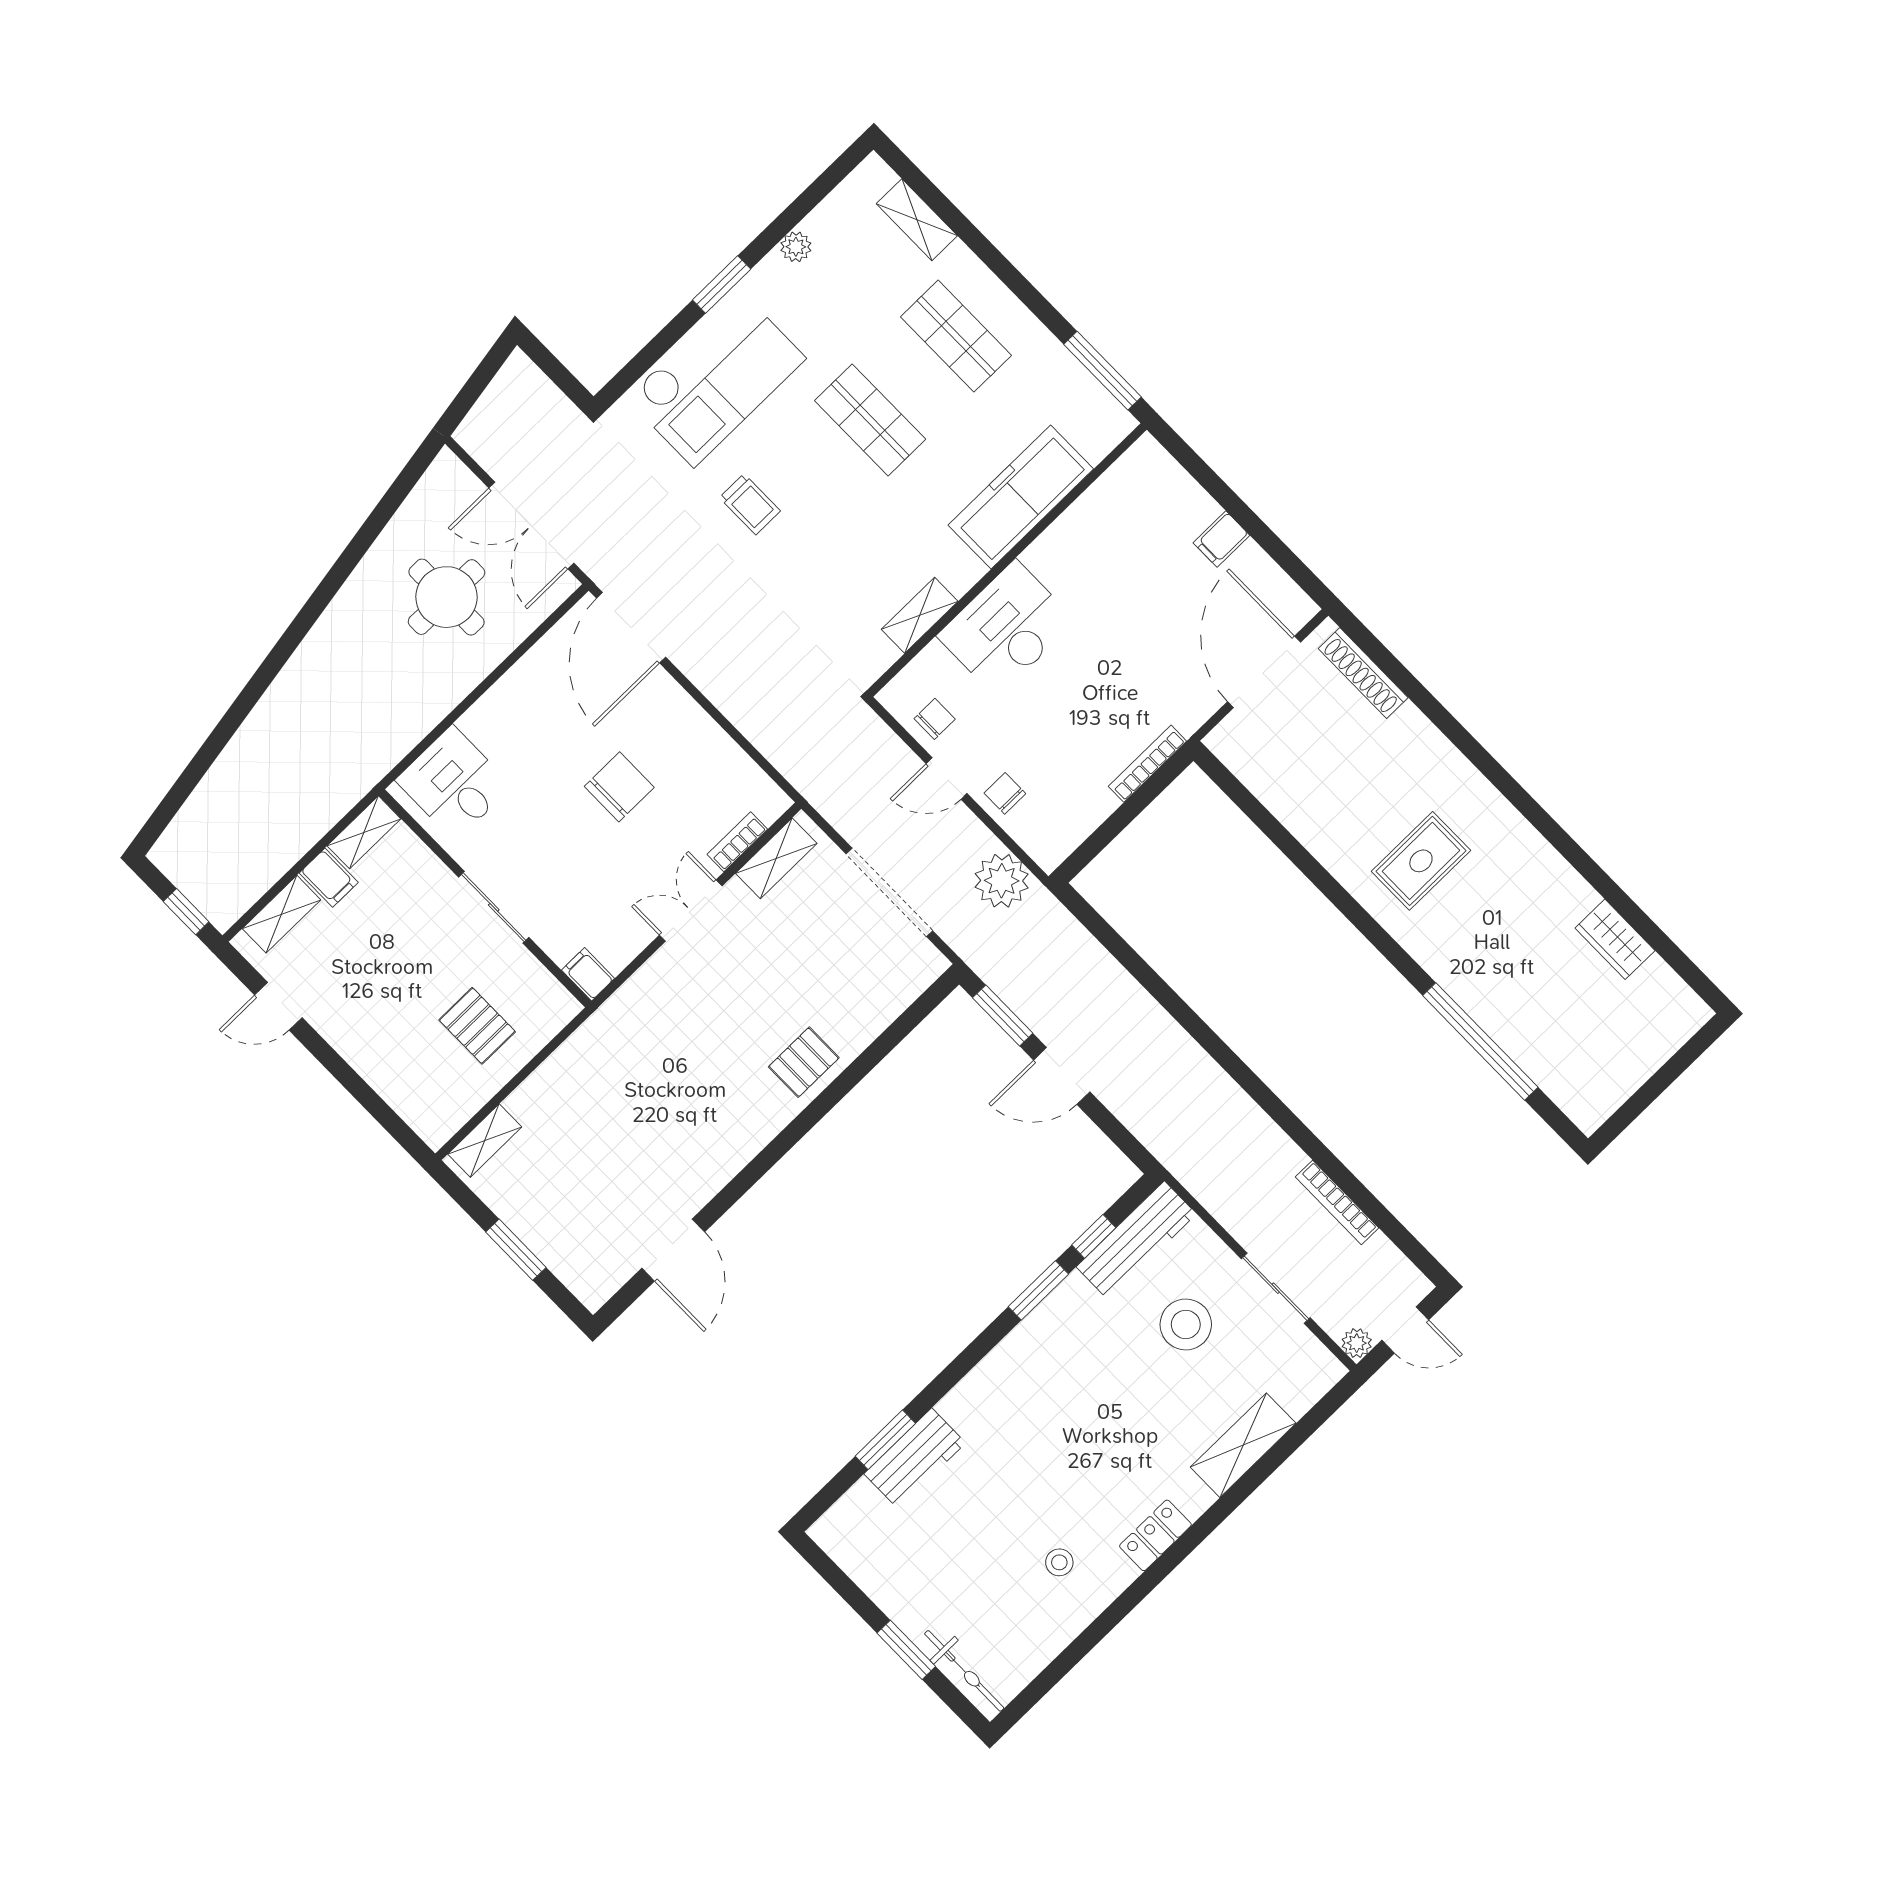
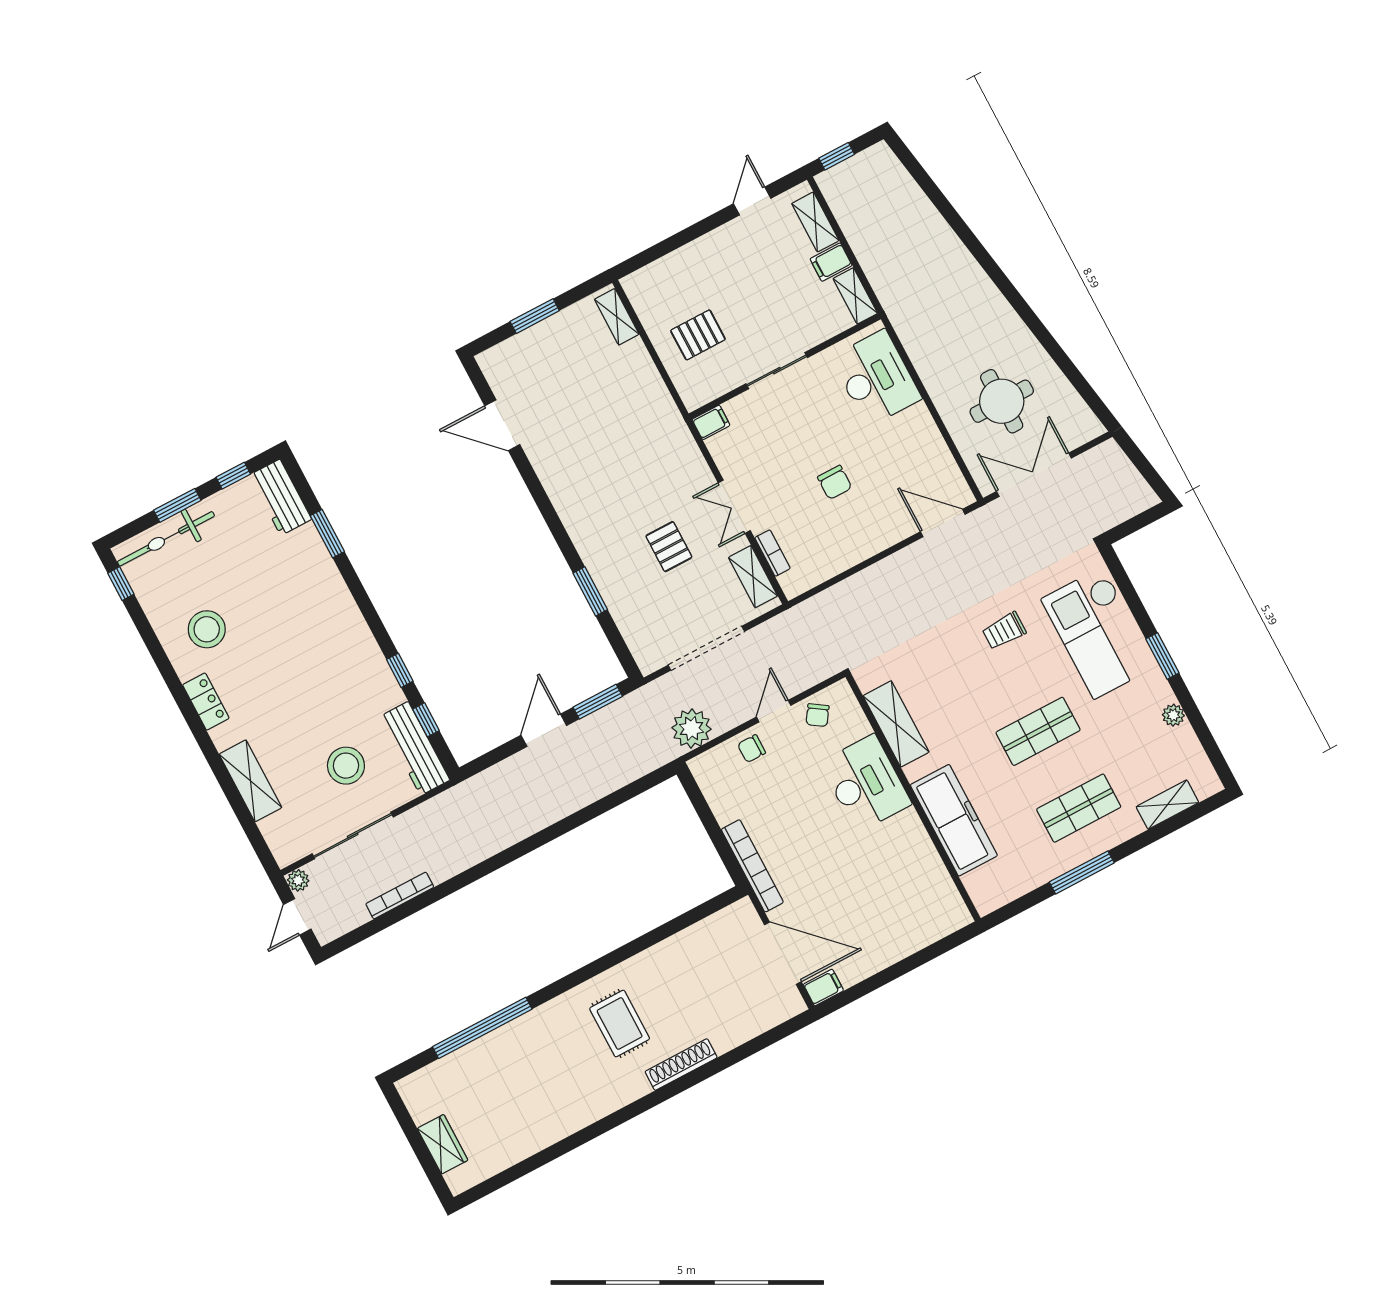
window: (1102, 371) -> (1082, 872), moved
filing cabinet: (1221, 539) -> (823, 987), moved, turned 90
shelving: (920, 615) -> (896, 724), width x1.50, depth x1.33
door: (631, 628) -> (943, 523), width x0.73
shoe rack: (1363, 673) -> (681, 1065), moved
chair: (935, 719) -> (817, 715), turned 34
bookcase: (1147, 764) -> (752, 866), width x1.48, depth x1.31
desk: (454, 783) -> (876, 378), width x1.37
chair: (619, 787) -> (835, 482), width x0.73, depth x0.73
chair: (1005, 793) -> (751, 749), turned 180
double door: (691, 911) -> (734, 507), swing flipped
wardrobe: (1615, 939) -> (443, 1144), moved, turned 90
pallet: (804, 1062) -> (669, 547), moved
window: (859, 1068) -> (590, 591), added
sliding door: (1276, 1288) -> (353, 835), width x1.37
window: (1038, 1290) -> (400, 670), width x0.67
workbench: (915, 1458) -> (280, 497), moved
stool: (1059, 1562) -> (207, 629), width x1.89, depth x1.89
window: (845, 1587) -> (233, 476), added
bicycle: (964, 1671) -> (166, 539), width x1.37, depth x1.40
window: (1032, 1694) -> (121, 584), added

